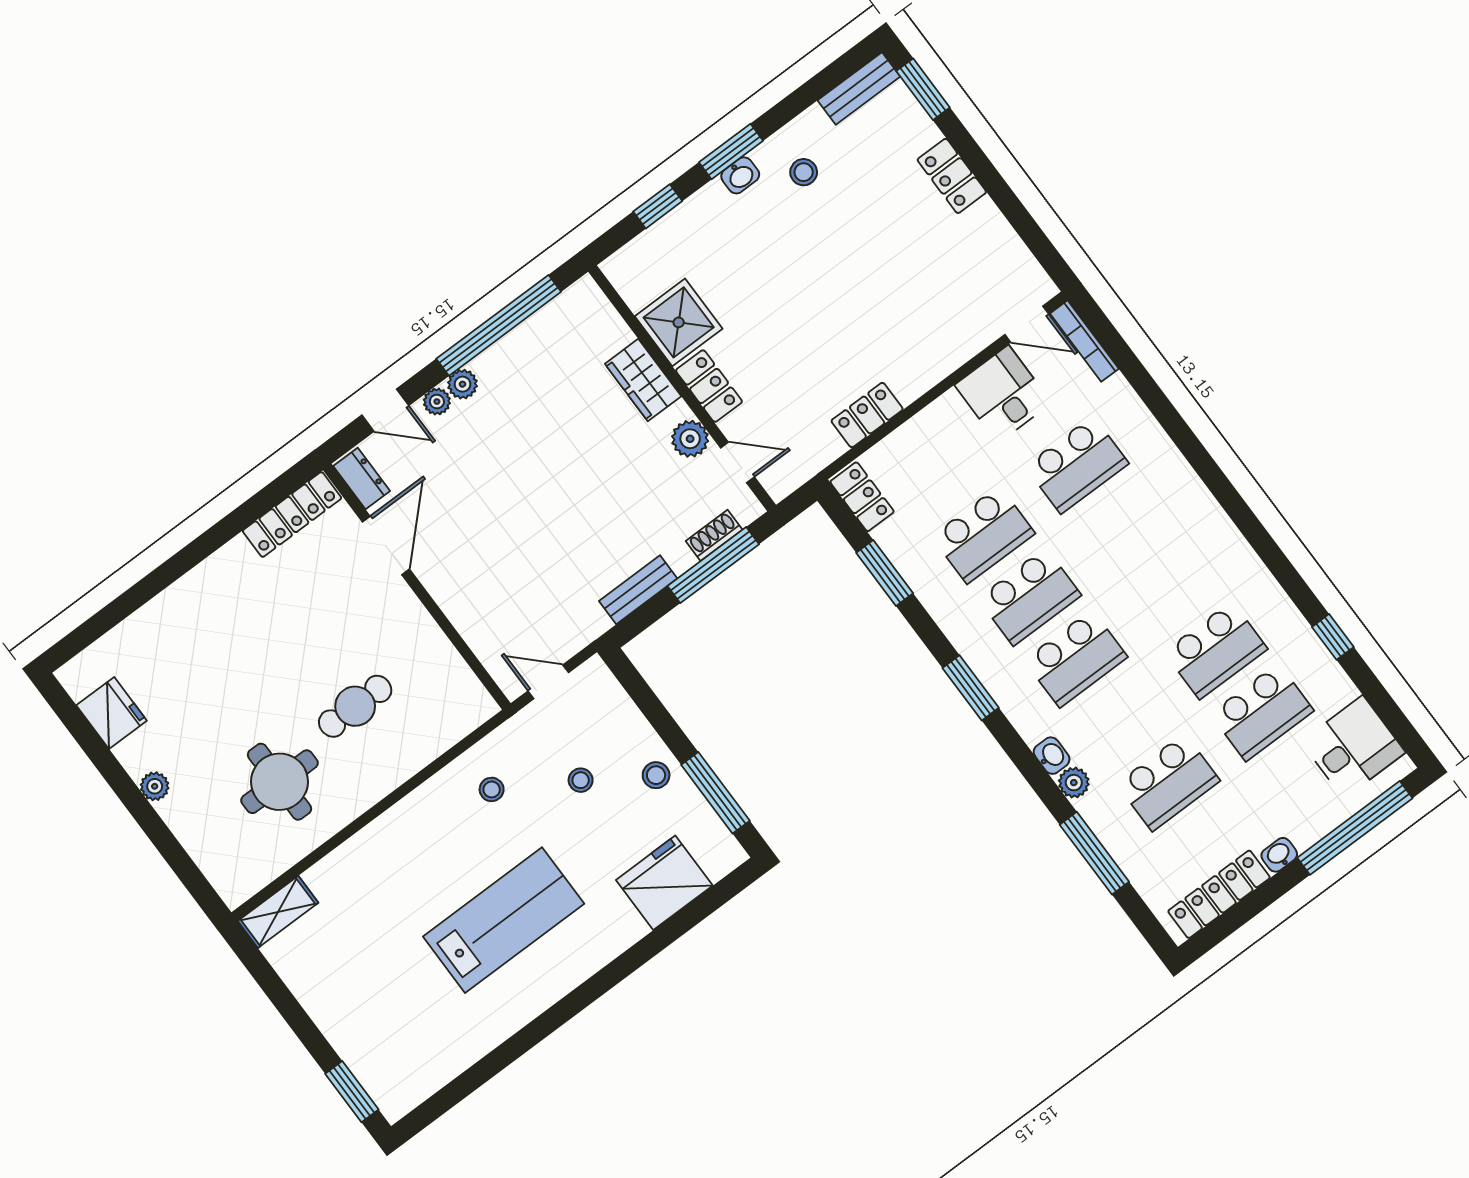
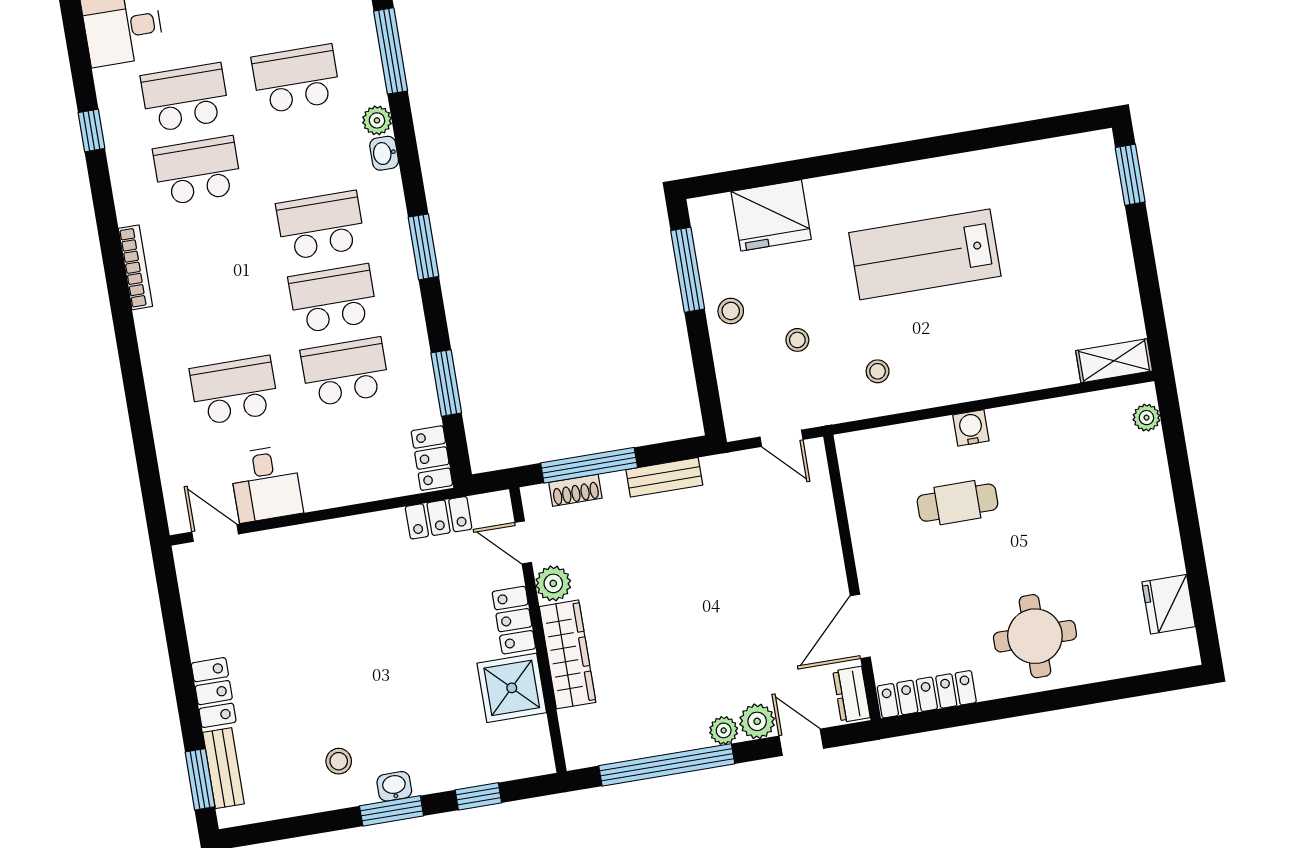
bench: (859, 88) -> (224, 768), moved, turned 90
bookcase: (1084, 341) -> (135, 267), moved
wardrobe: (643, 380) -> (568, 654), width x1.50
plant: (437, 402) -> (757, 721), width x1.38, depth x1.38
locker: (867, 415) -> (439, 518), moved
round table: (280, 782) -> (1035, 636), moved
water cooler: (378, 782) -> (971, 428), added
plant: (155, 786) -> (1146, 418), moved

